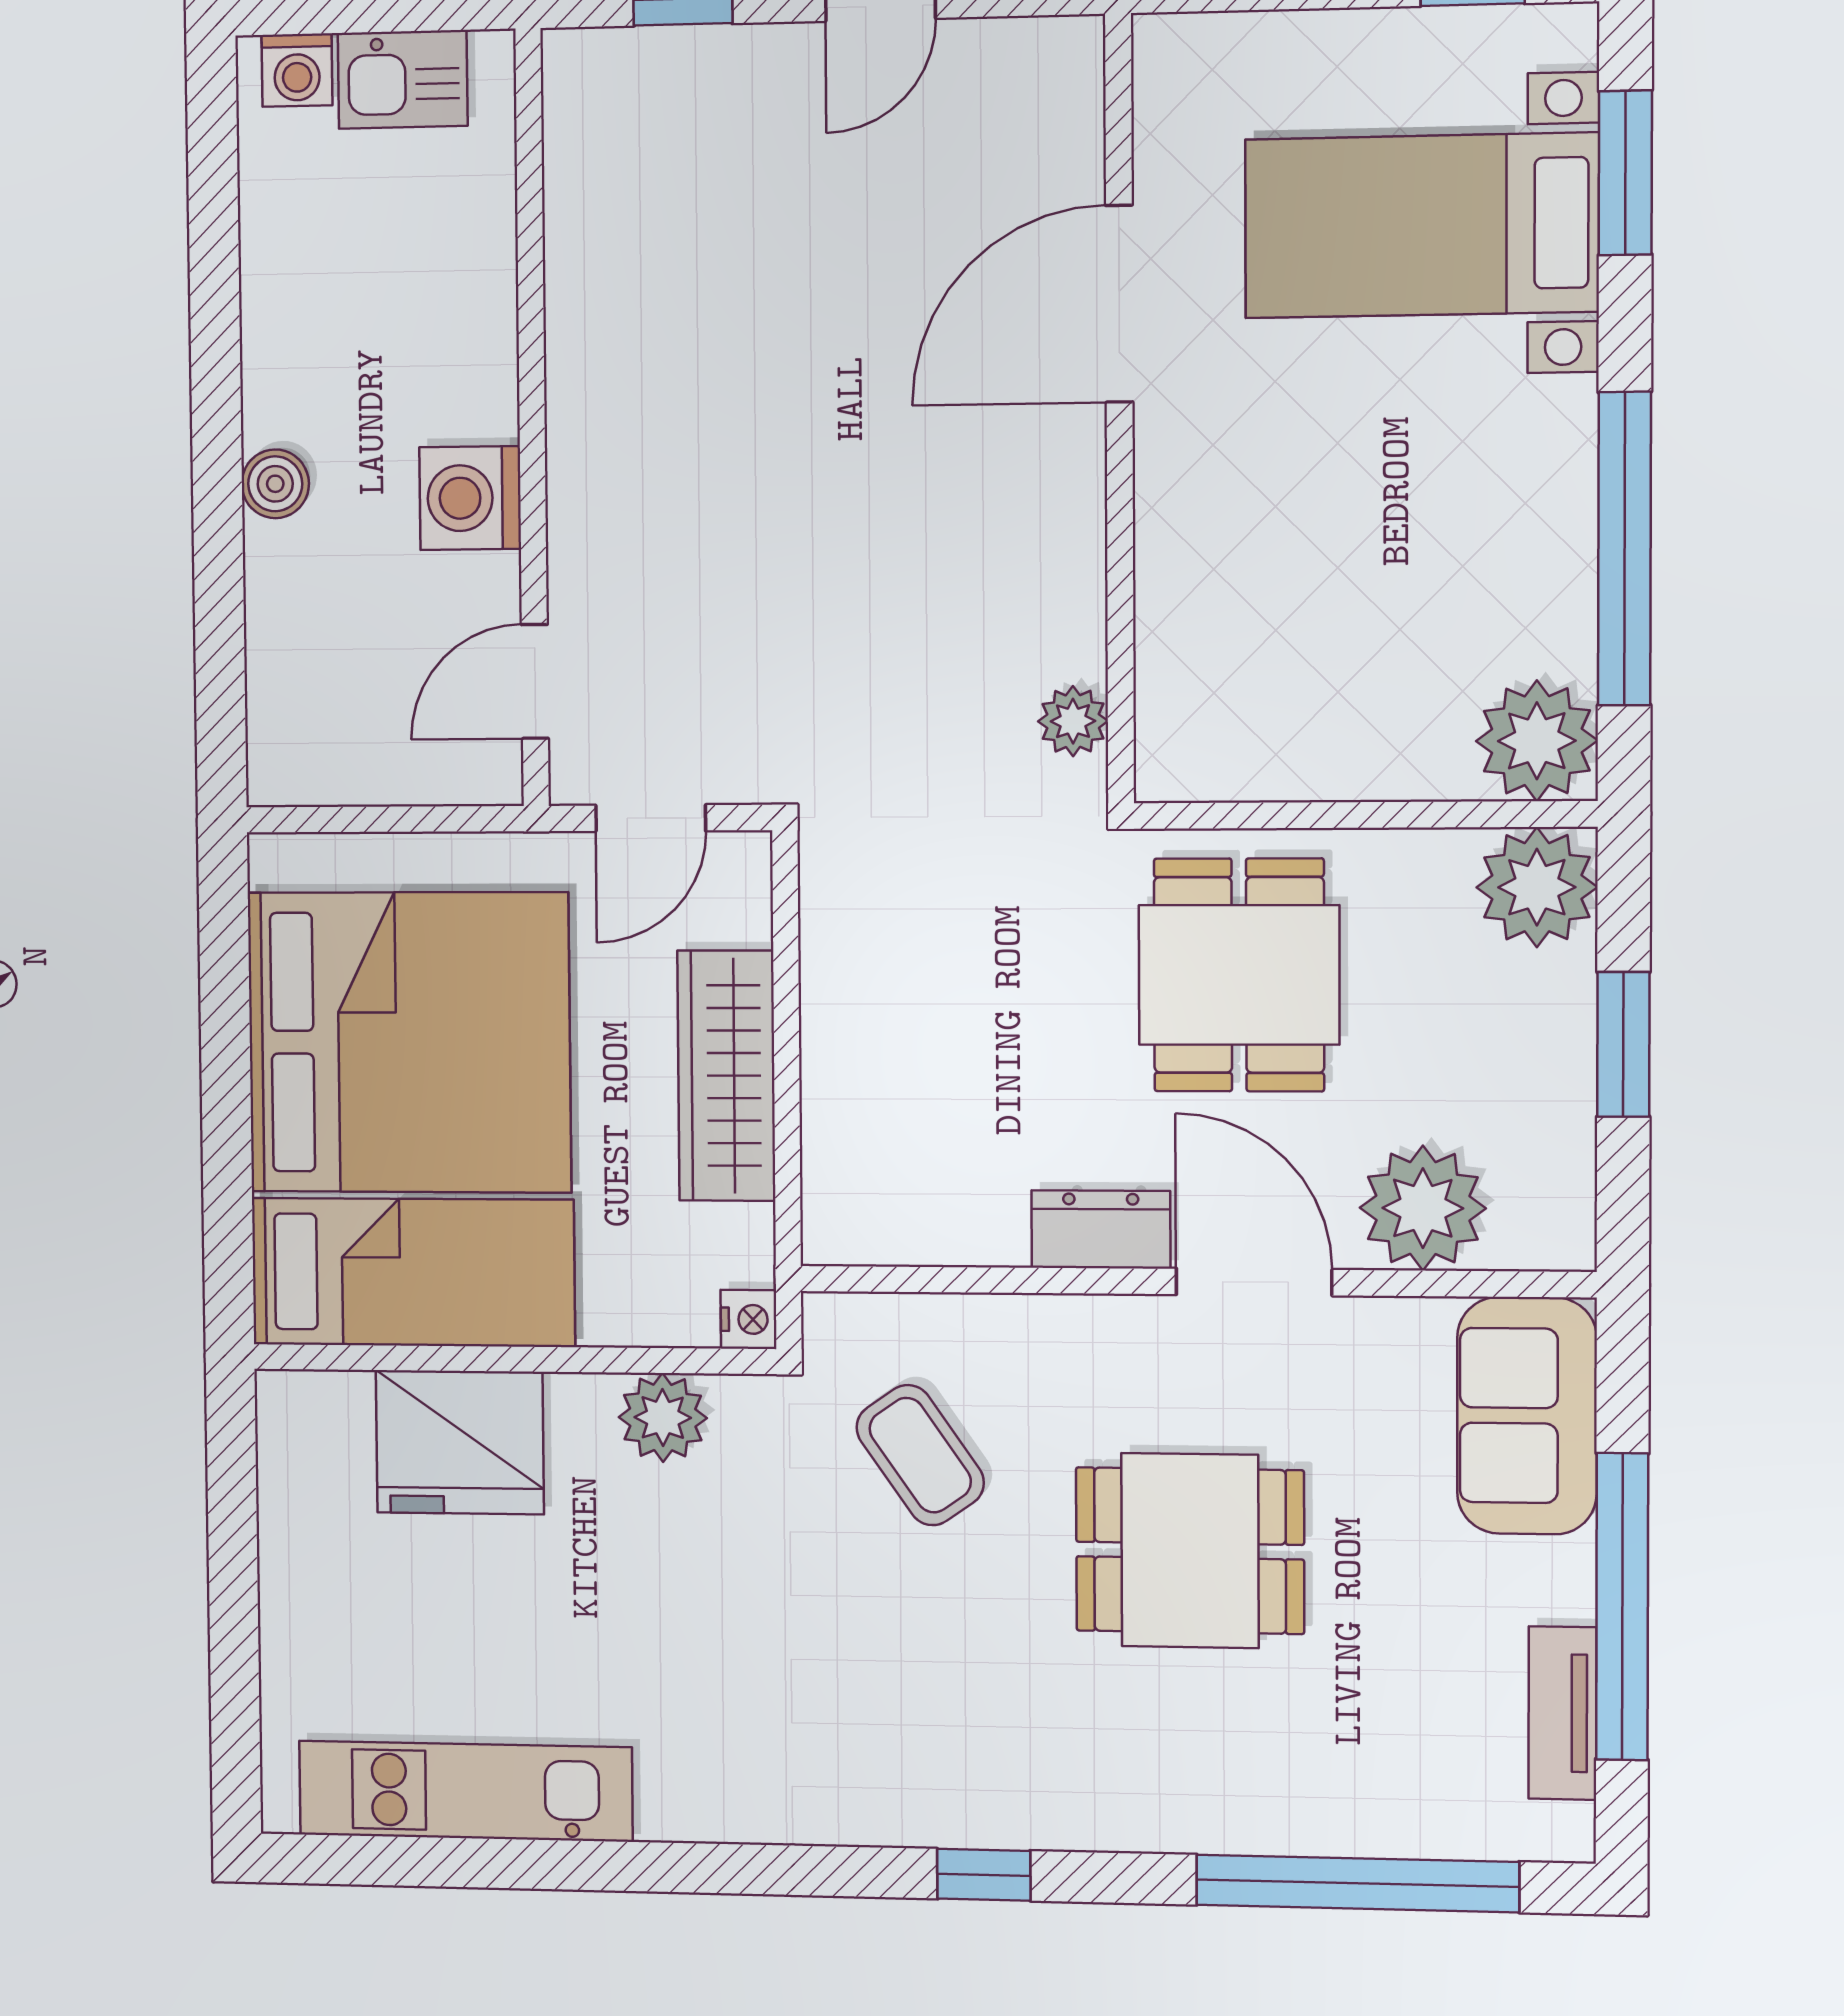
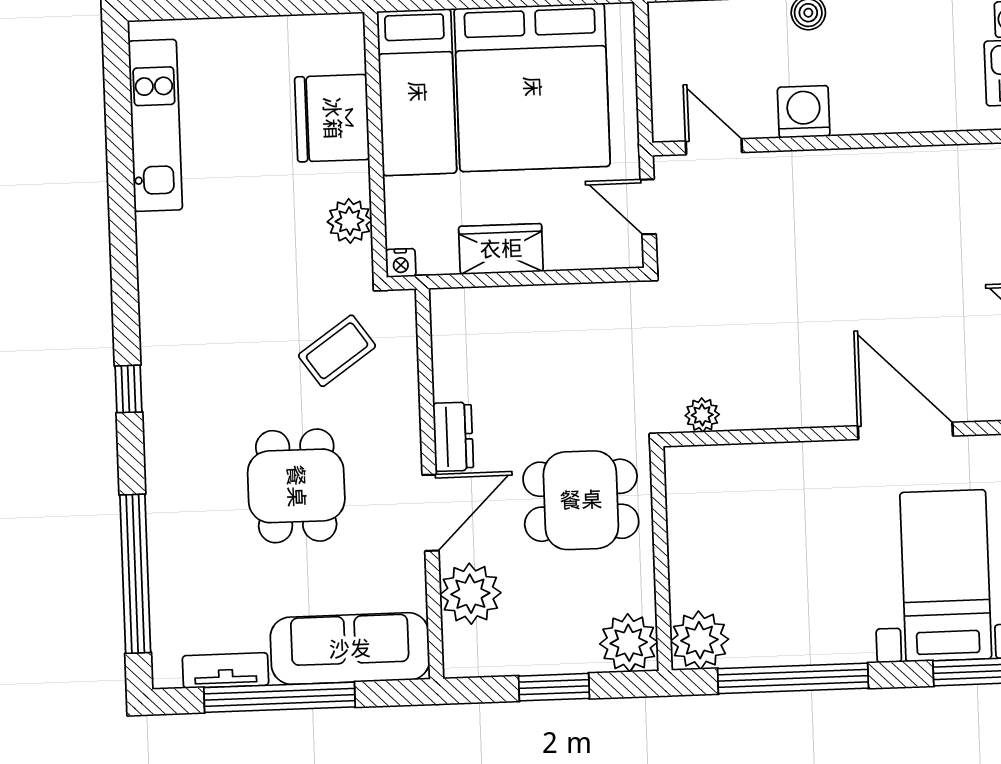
wardrobe: (726, 1076) -> (501, 249), width x0.67
sofa: (1527, 1416) -> (350, 649), width x1.36

